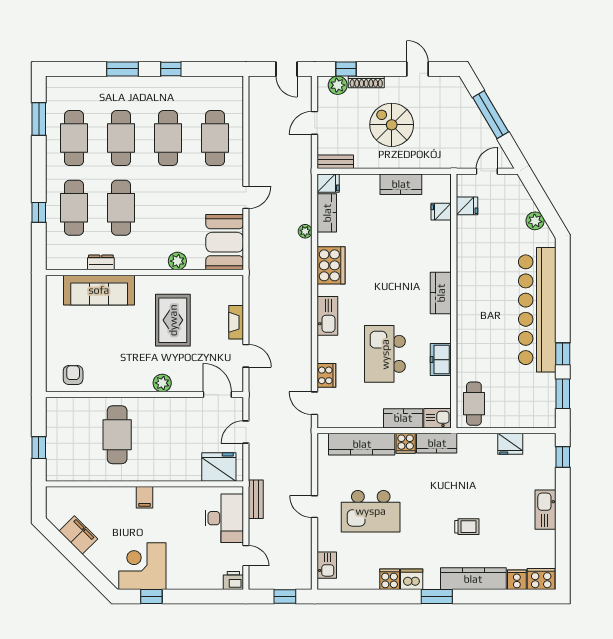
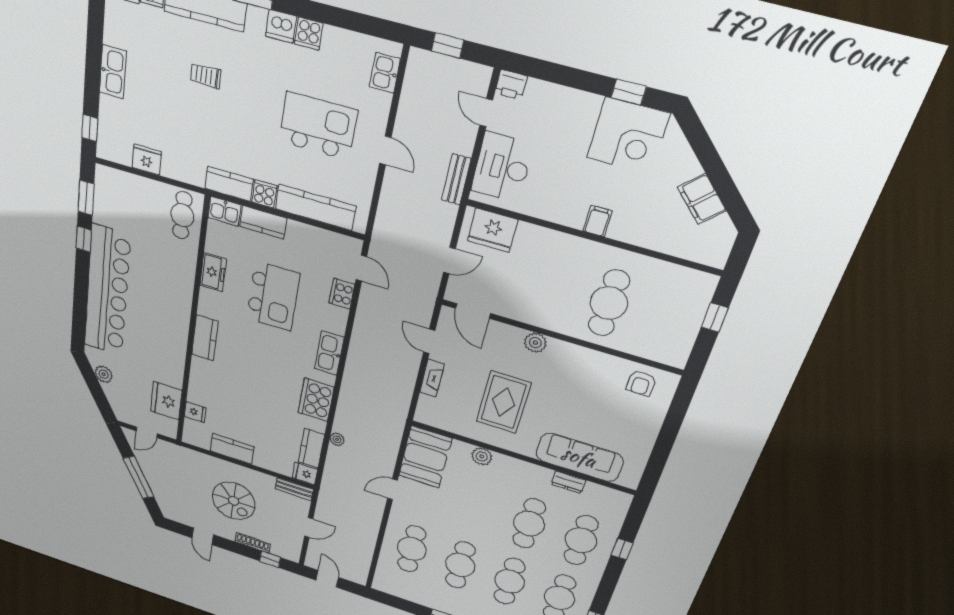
plant: (338, 85) -> (280, 550), removed
fridge: (467, 206) -> (166, 401), width x1.88, depth x1.34

